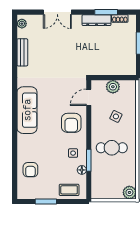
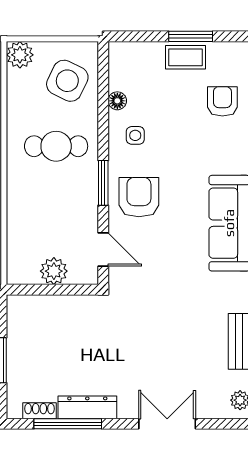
window: (106, 12) -> (68, 424), width x1.44
door: (89, 97) -> (103, 249), hinge flipped
side table: (116, 116) -> (67, 81), moved, width x1.87, depth x1.87
window: (89, 160) -> (103, 183), moved
coffee table: (69, 190) -> (185, 57), moved

